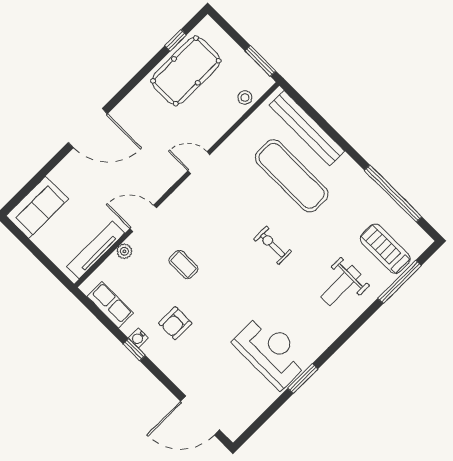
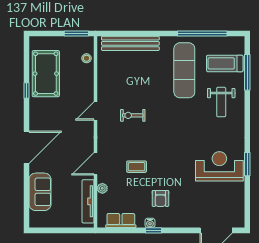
window: (176, 40) -> (26, 90), moved
exercise mat: (292, 176) -> (184, 70), moved, turned 90
sofa: (37, 207) -> (40, 192), moved
exercise bike: (273, 245) -> (133, 115), moved

